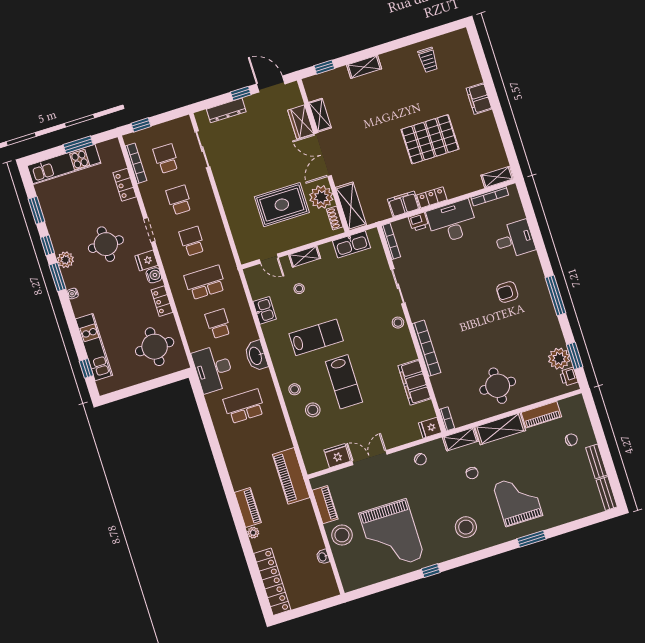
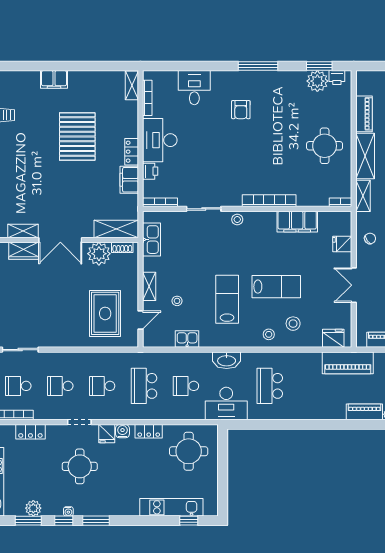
rug: (282, 205) -> (105, 313), moved
plant: (65, 260) -> (33, 508), moved
water cooler: (73, 293) -> (68, 511), moved
fridge: (430, 428) -> (342, 244), moved, turned 90
fridge: (337, 456) -> (333, 338), moved, turned 90

